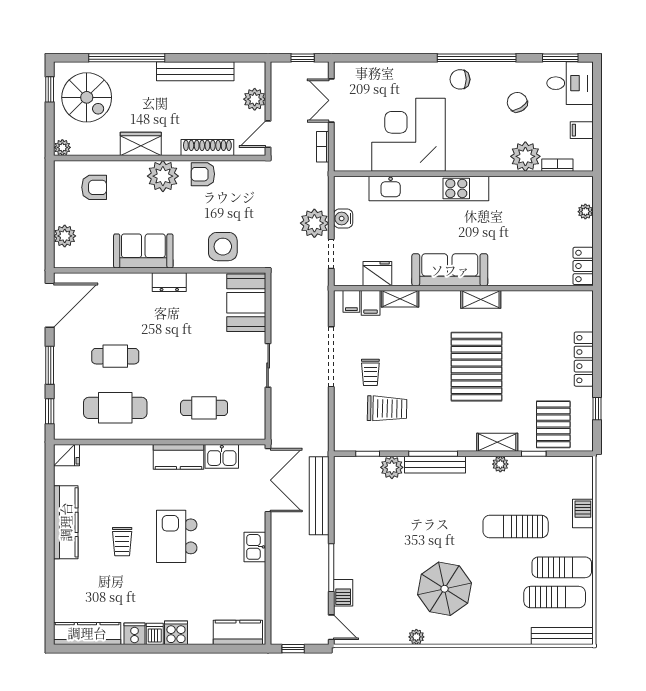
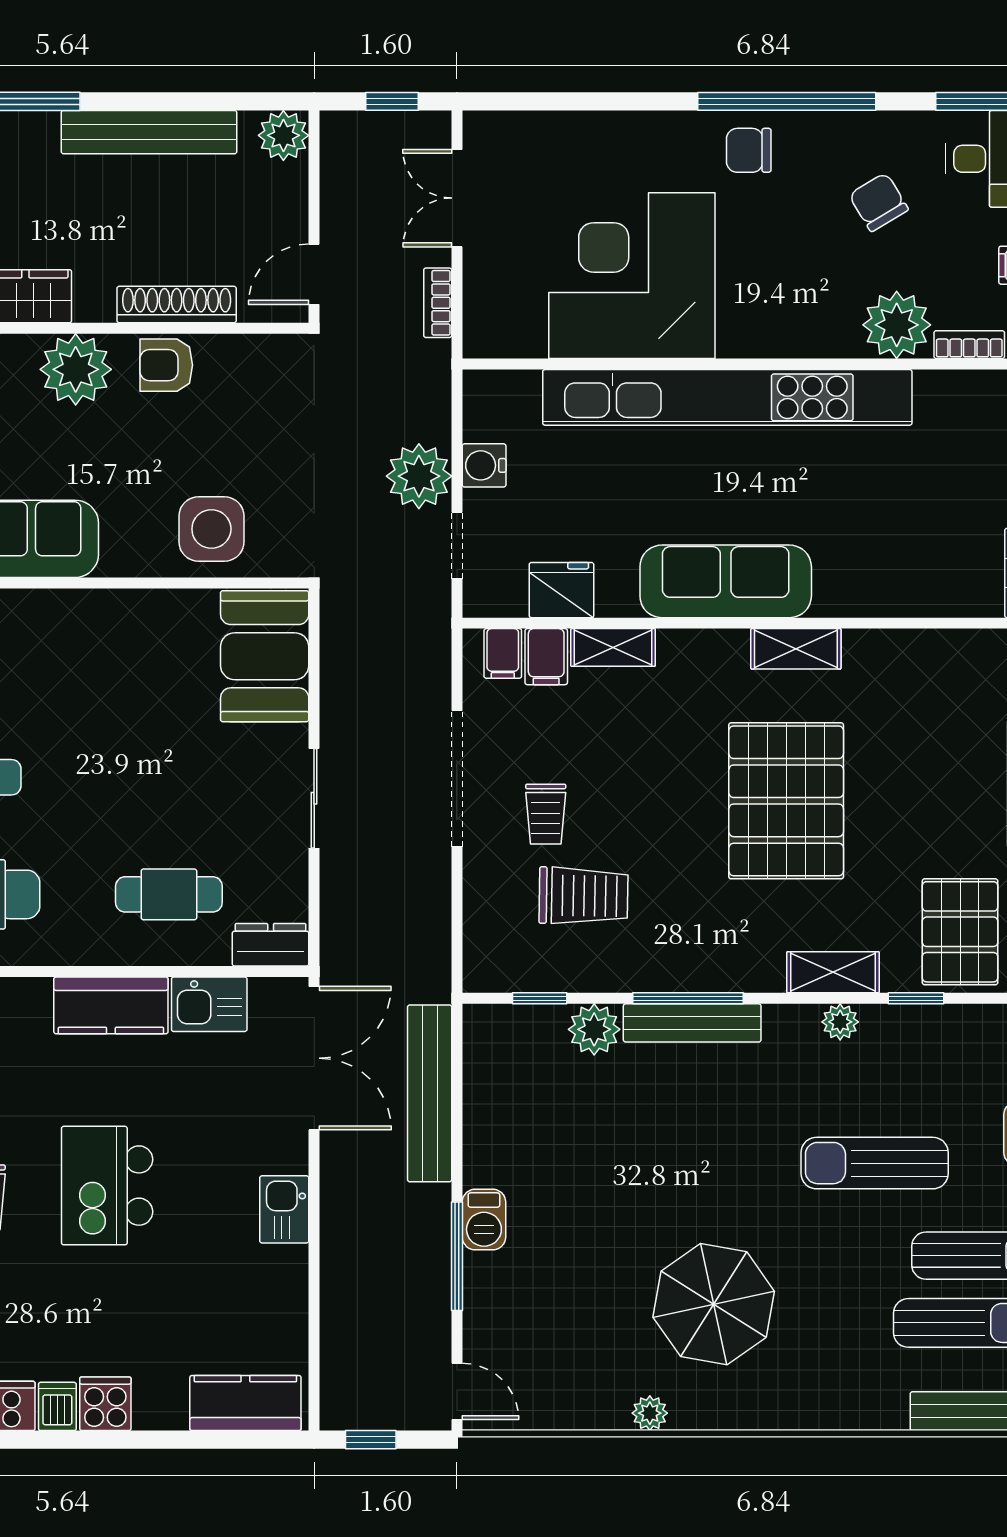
plant: (255, 99) -> (283, 135), moved
kitchen unit: (429, 188) -> (727, 397), width x1.36
dresser: (169, 282) -> (271, 945), moved, turned 180
barbecue: (343, 593) -> (484, 1220), moved

